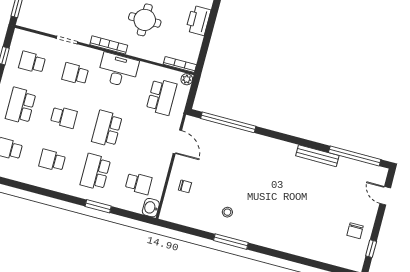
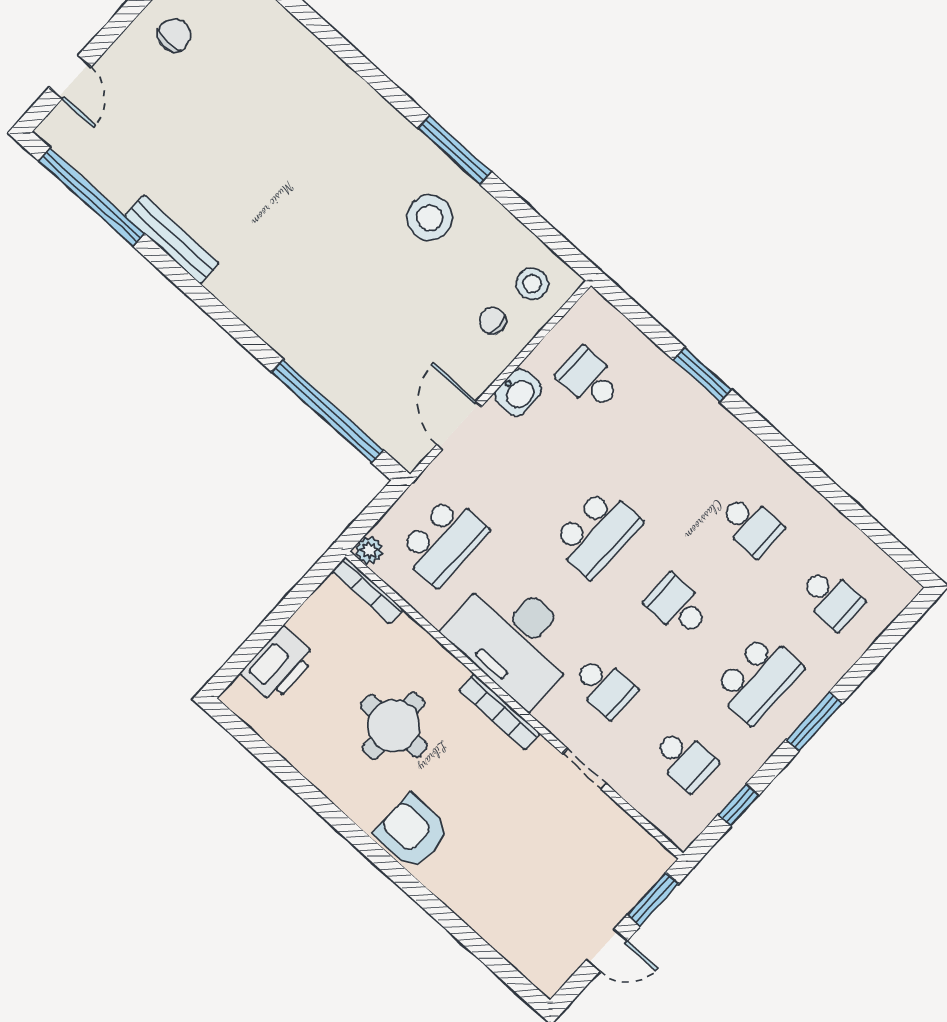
desk: (118, 70) -> (514, 639), width x1.36, depth x1.30
school desk: (162, 97) -> (443, 541), turned 180
school desk: (95, 172) -> (670, 452), removed
stool: (177, 207) -> (532, 284), added
washbasin: (151, 208) -> (518, 392), moved
stool: (227, 212) -> (430, 218), width x1.89, depth x1.89

